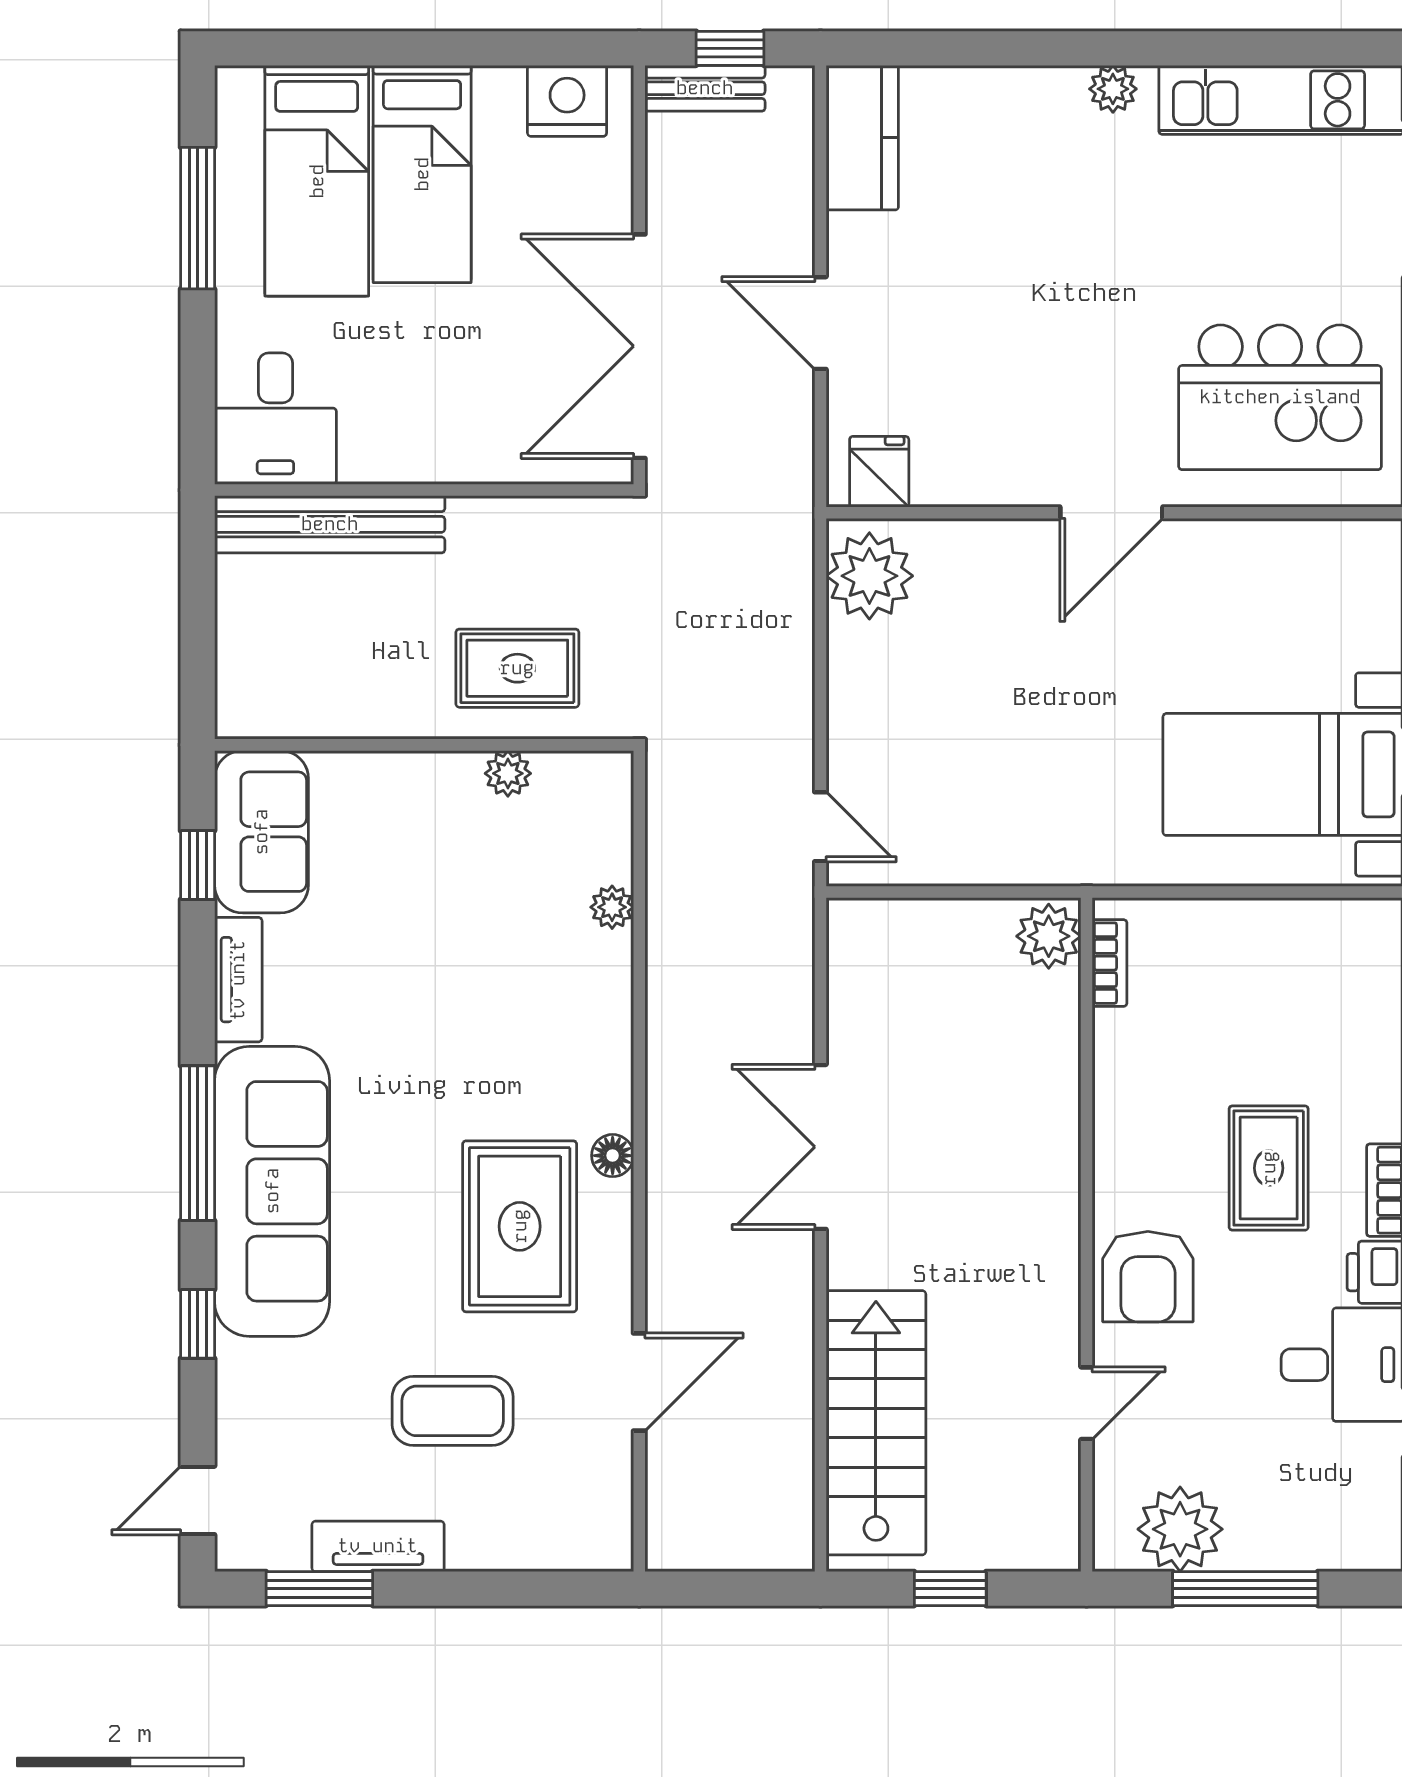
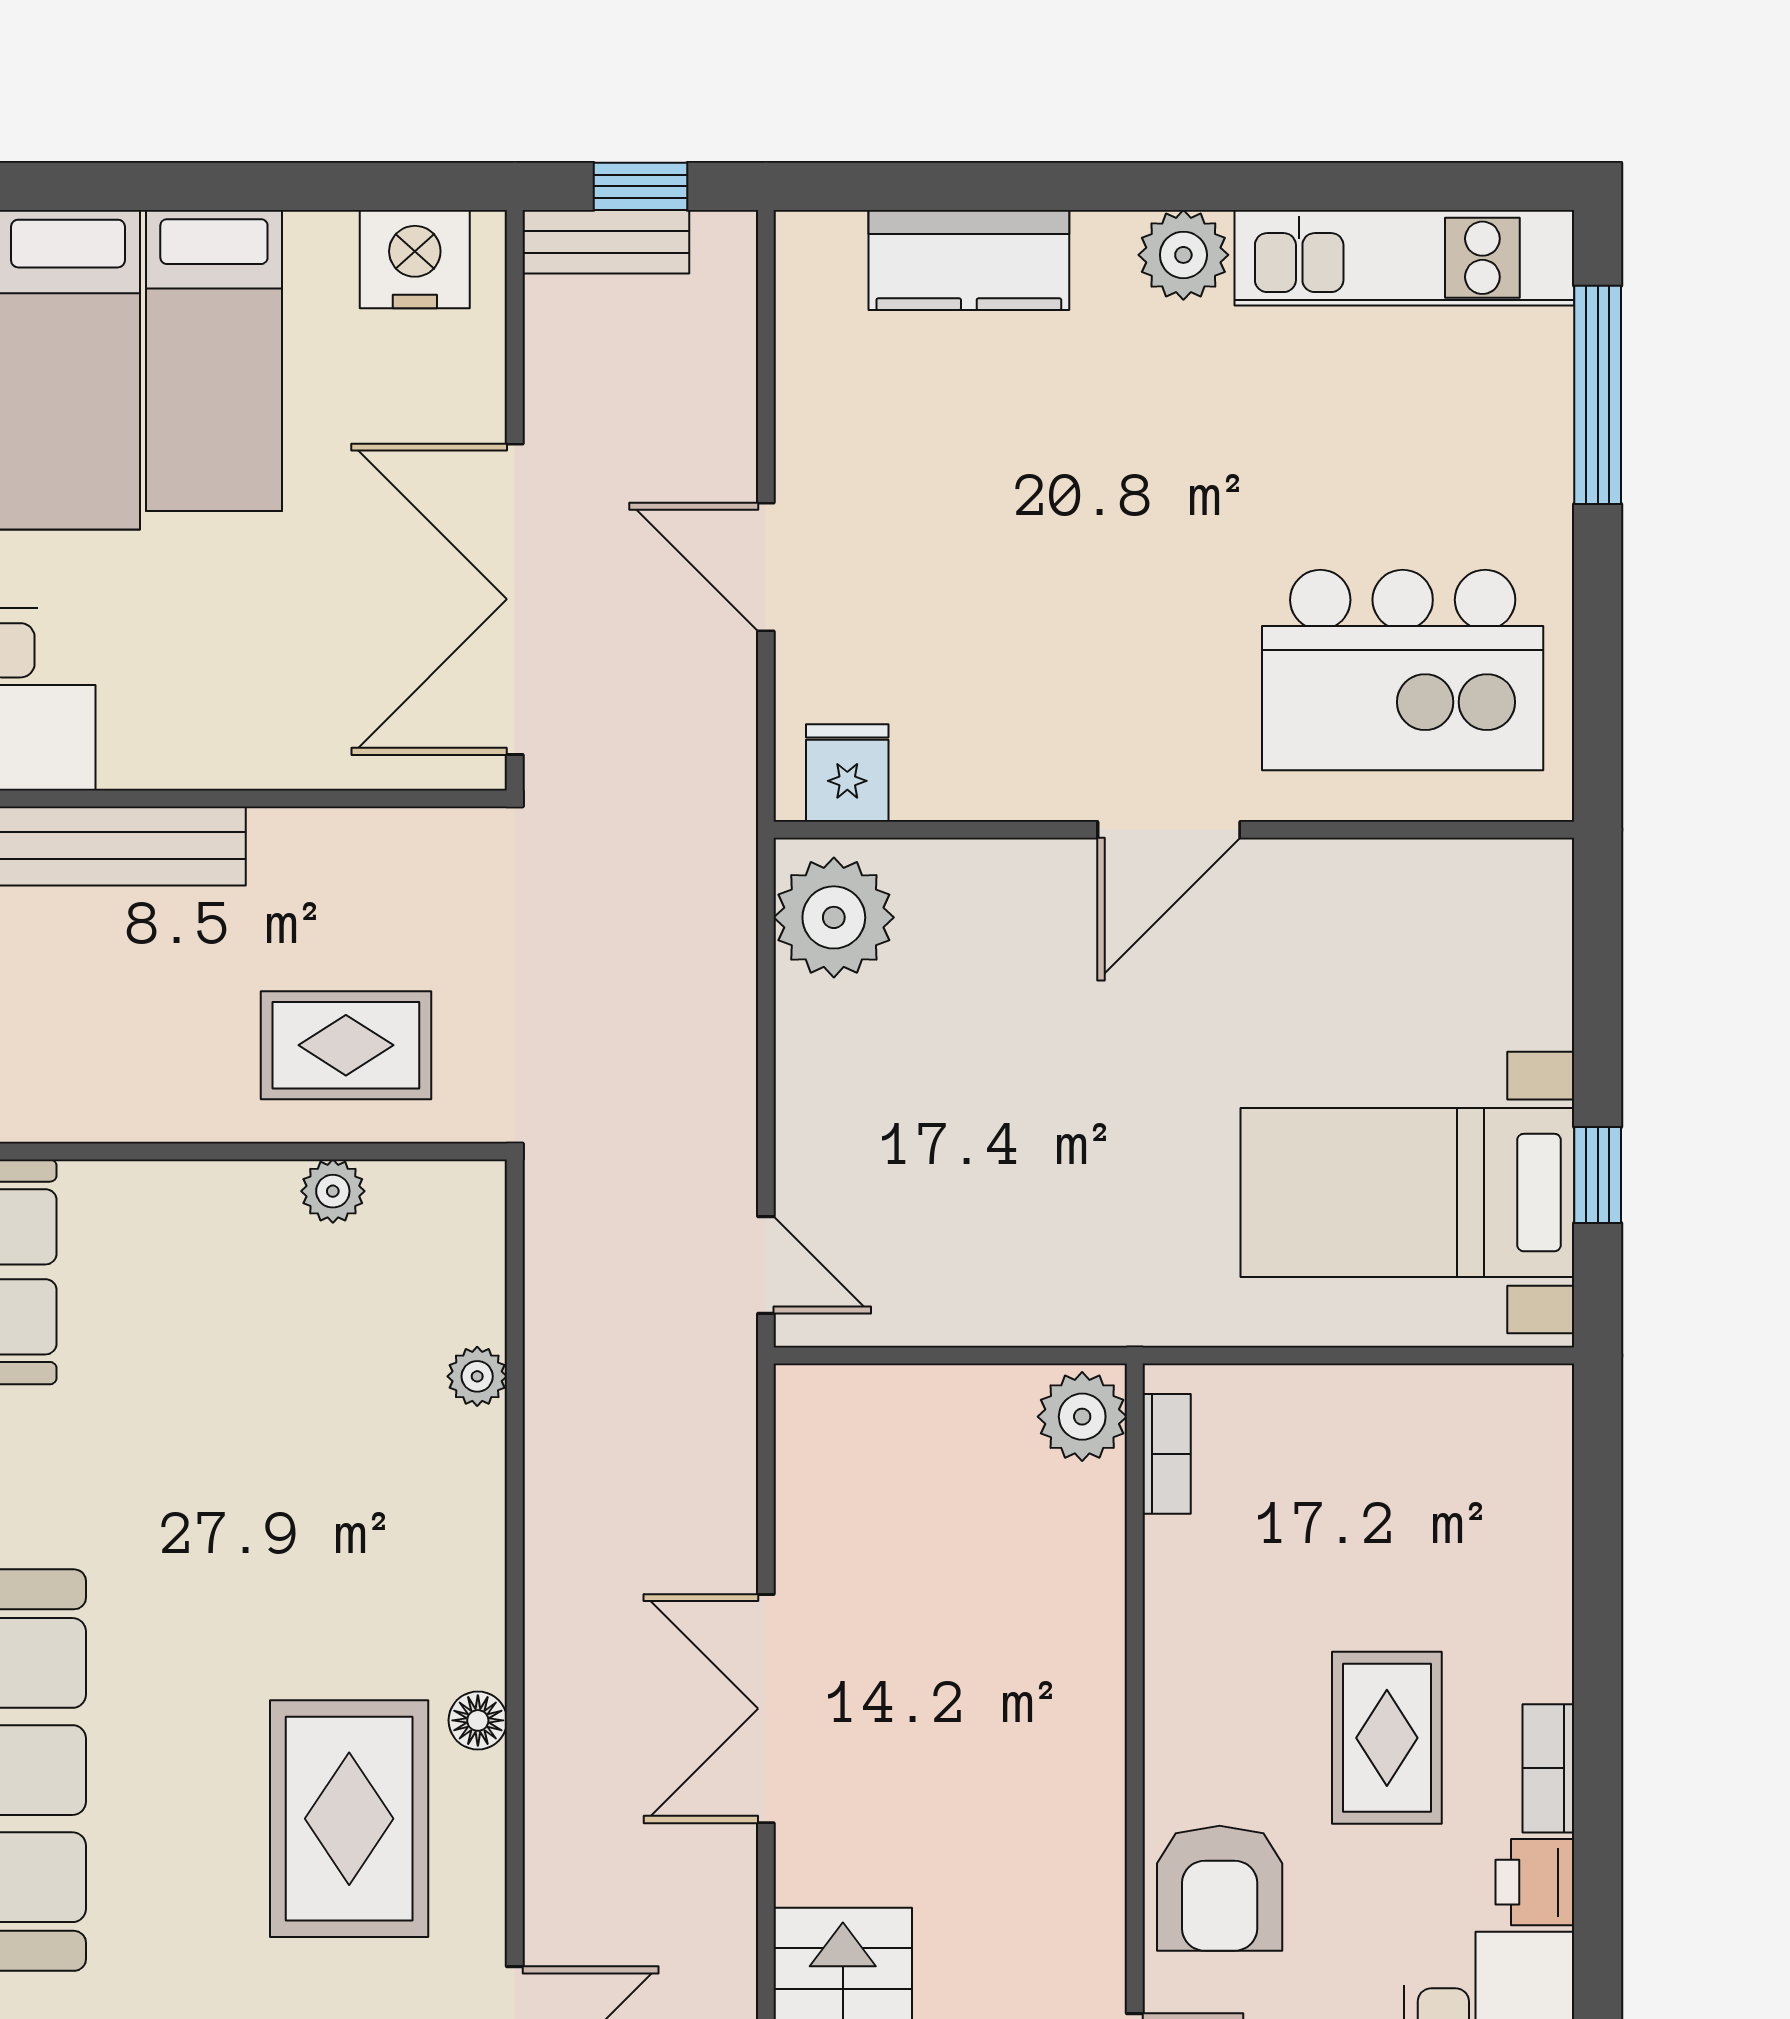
plant: (1113, 89) -> (1183, 255), width x1.38, depth x1.38
kitchen counter: (862, 138) -> (969, 260), moved, turned 90

